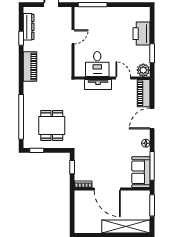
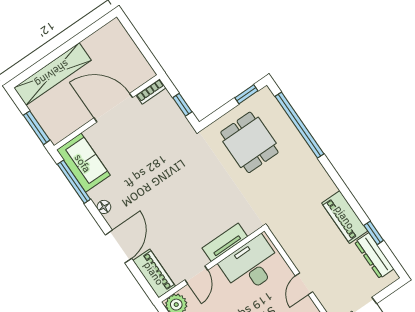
desk: (97, 64) -> (251, 265), width x1.37
piano: (30, 66) -> (345, 217), moved
door: (123, 78) -> (196, 275), hinge flipped

